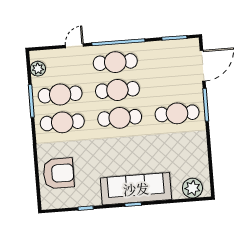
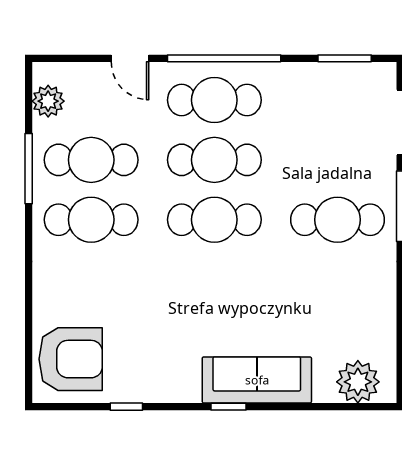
door: (74, 46) -> (130, 58), swing flipped
armchair: (58, 173) -> (71, 359), moved
sofa: (136, 189) -> (257, 380), width x0.74, depth x0.79

